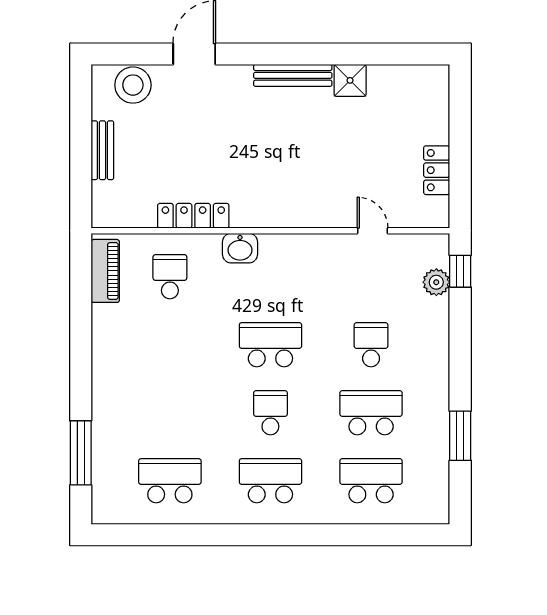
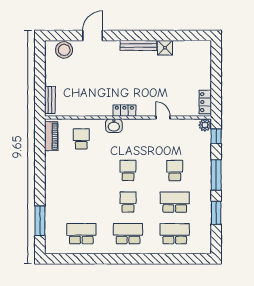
bench: (102, 150) -> (50, 100), moved
locker: (437, 170) -> (205, 102), moved
locker: (193, 216) -> (124, 111), moved, width x0.66
door: (373, 231) -> (163, 118), moved
plant: (436, 282) -> (205, 125), moved
school desk: (270, 345) -> (128, 171), width x0.54
window: (460, 354) -> (216, 175), added

